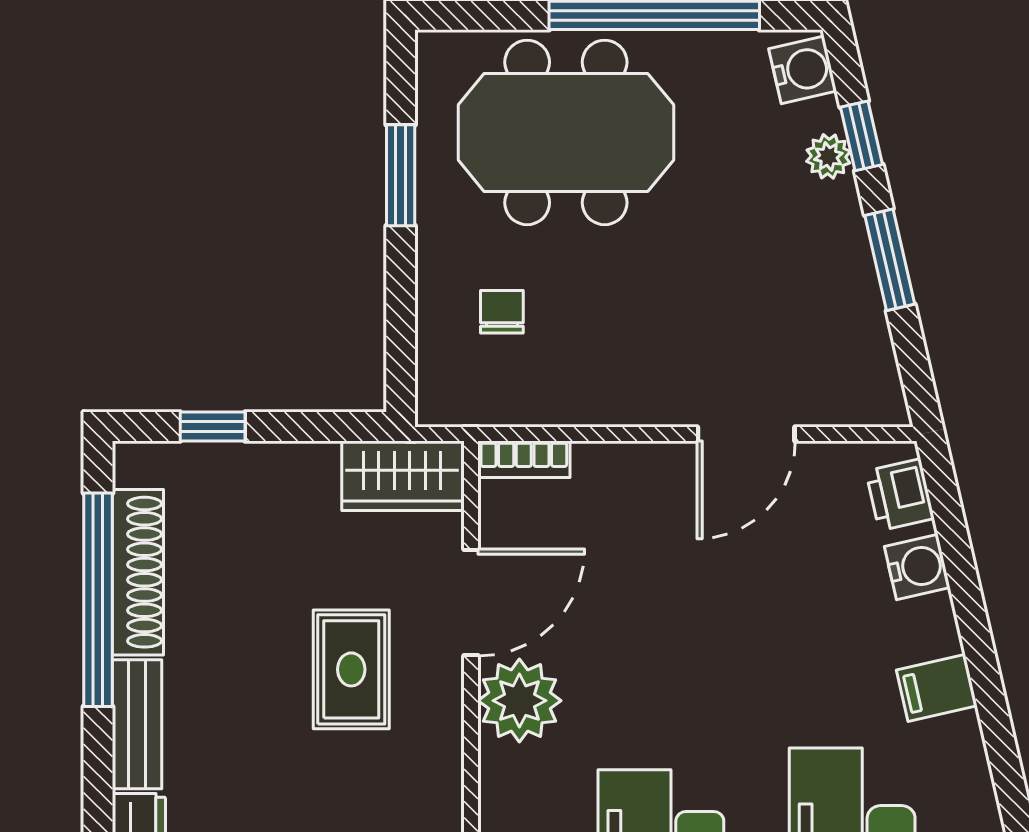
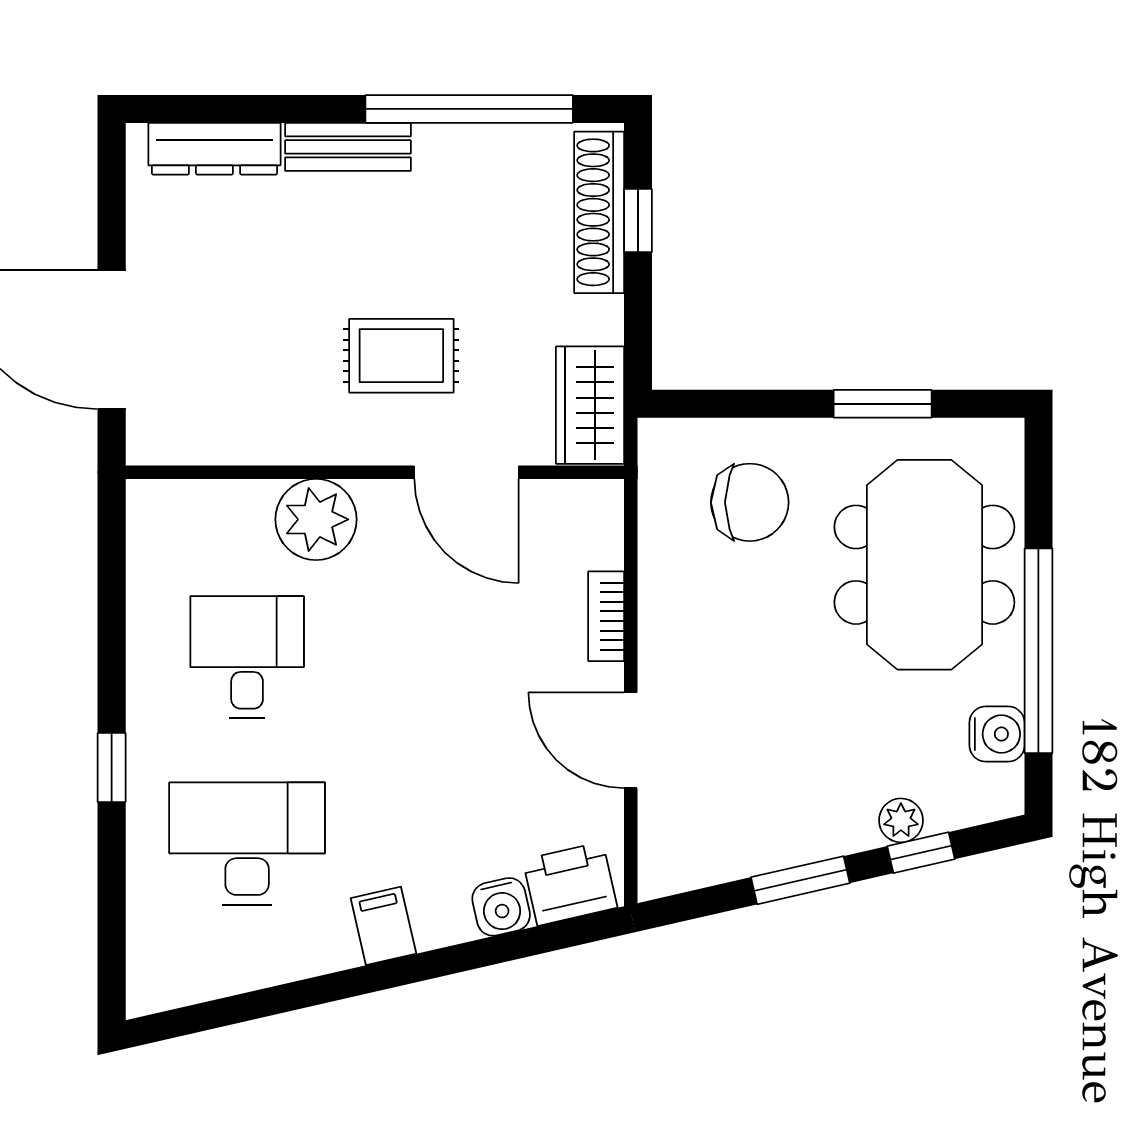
water cooler: (803, 70) -> (997, 734), moved, turned -77
chair: (502, 312) -> (750, 502), width x1.87, depth x1.87
bookcase: (524, 459) -> (606, 616), moved
printer: (900, 495) -> (570, 884), width x1.36, depth x1.24
shoe rack: (138, 572) -> (599, 212), moved, turned 90
plant: (519, 701) -> (316, 519), moved

